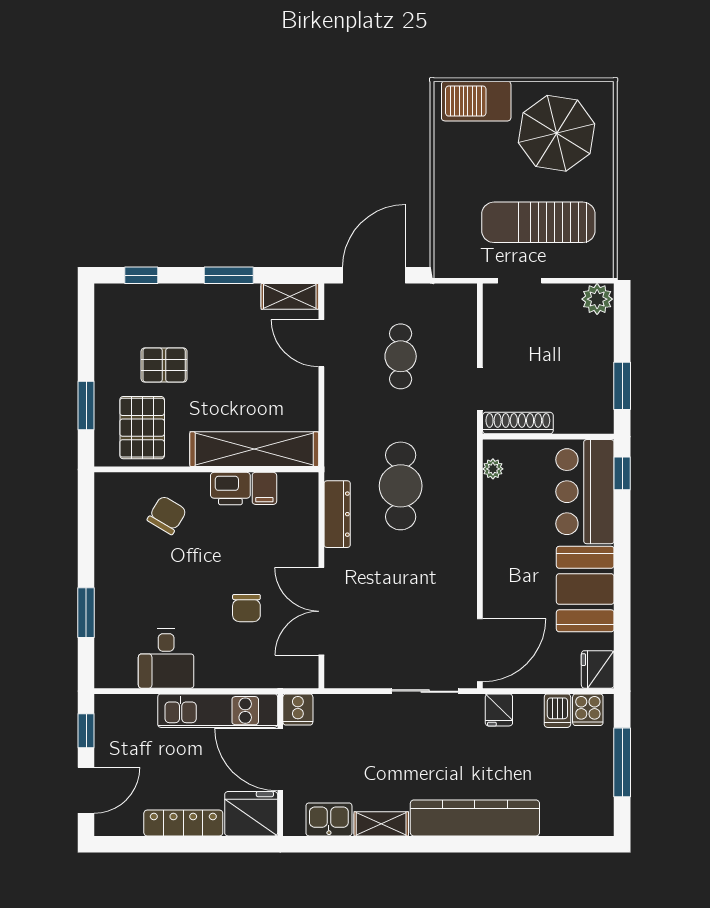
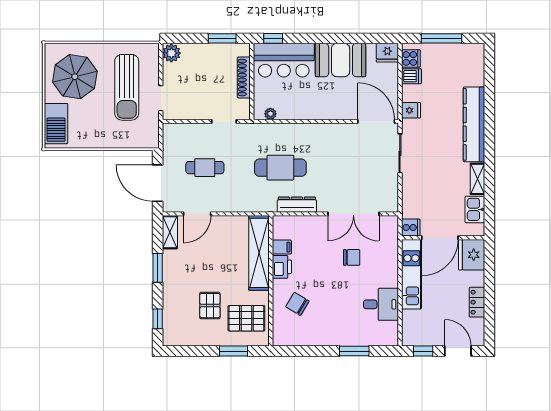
shoe rack: (518, 423) -> (244, 77), moved
locker: (183, 823) -> (477, 302), width x0.66

